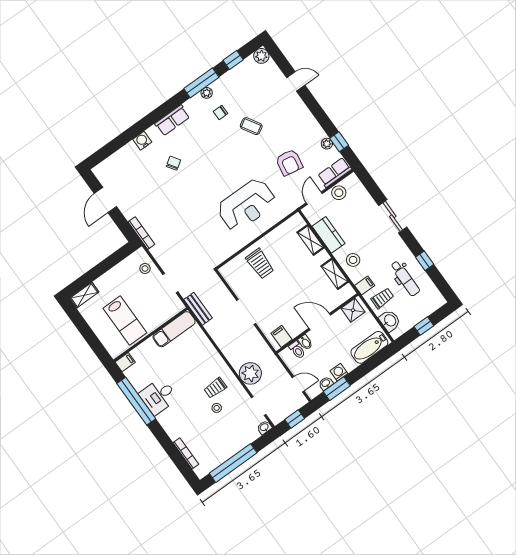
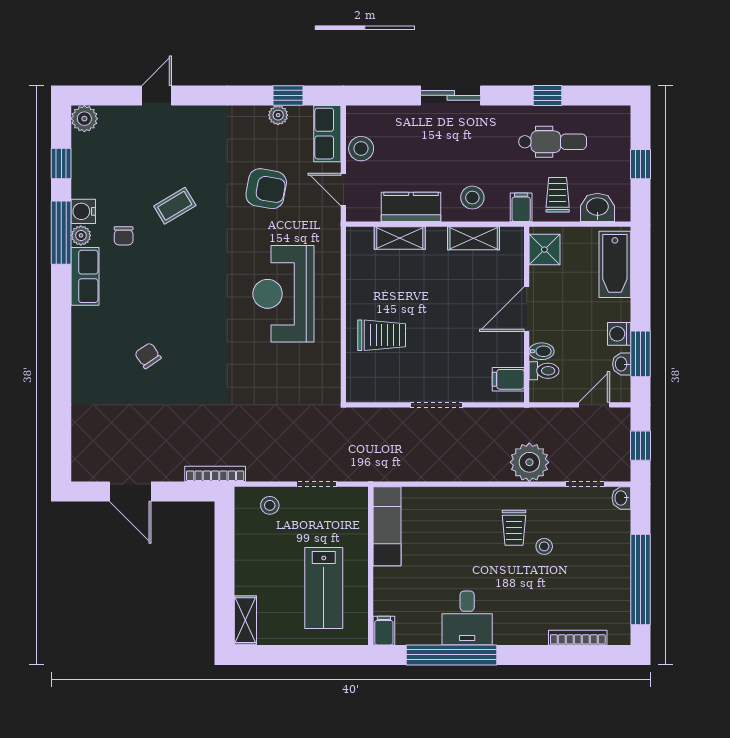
row of seats: (172, 120) -> (85, 276), moved
water cooler: (142, 141) -> (83, 211), moved
reception desk: (247, 205) -> (283, 294), turned 180
bench: (198, 309) -> (382, 471), removed
lab bench: (125, 321) -> (324, 588), turned 90

